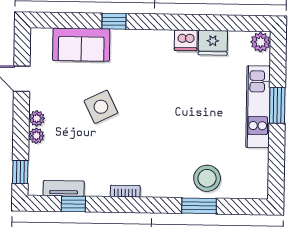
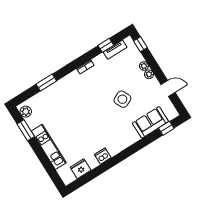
window: (114, 21) -> (166, 128), moved
plant: (261, 42) -> (26, 112), moved
fridge: (213, 43) -> (81, 169), moved
window: (277, 105) -> (26, 130), moved
stool: (207, 178) -> (51, 98), removed

